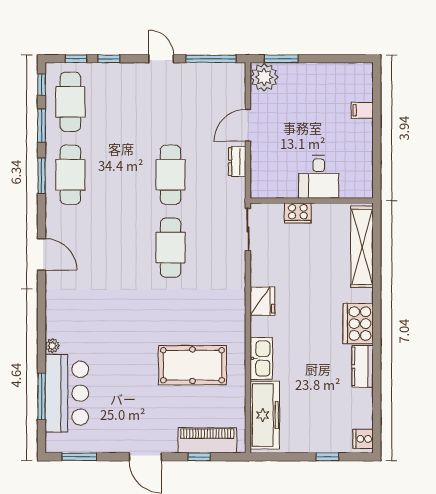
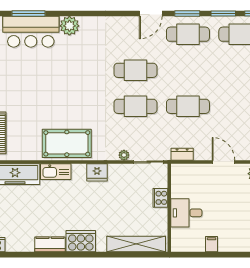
filing cabinet: (362, 110) -> (212, 244), moved
dresser: (237, 161) -> (182, 154), moved
cafe table: (120, 248) -> (135, 70), added
door: (42, 254) -> (151, 14), moved
plant: (238, 264) -> (124, 155), added
plant: (52, 346) -> (69, 26), width x1.88, depth x1.88
pool table: (192, 365) -> (67, 143), moved, turned 90

